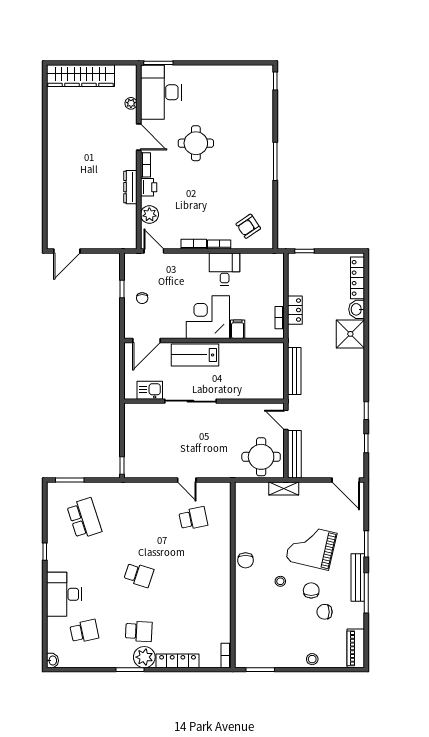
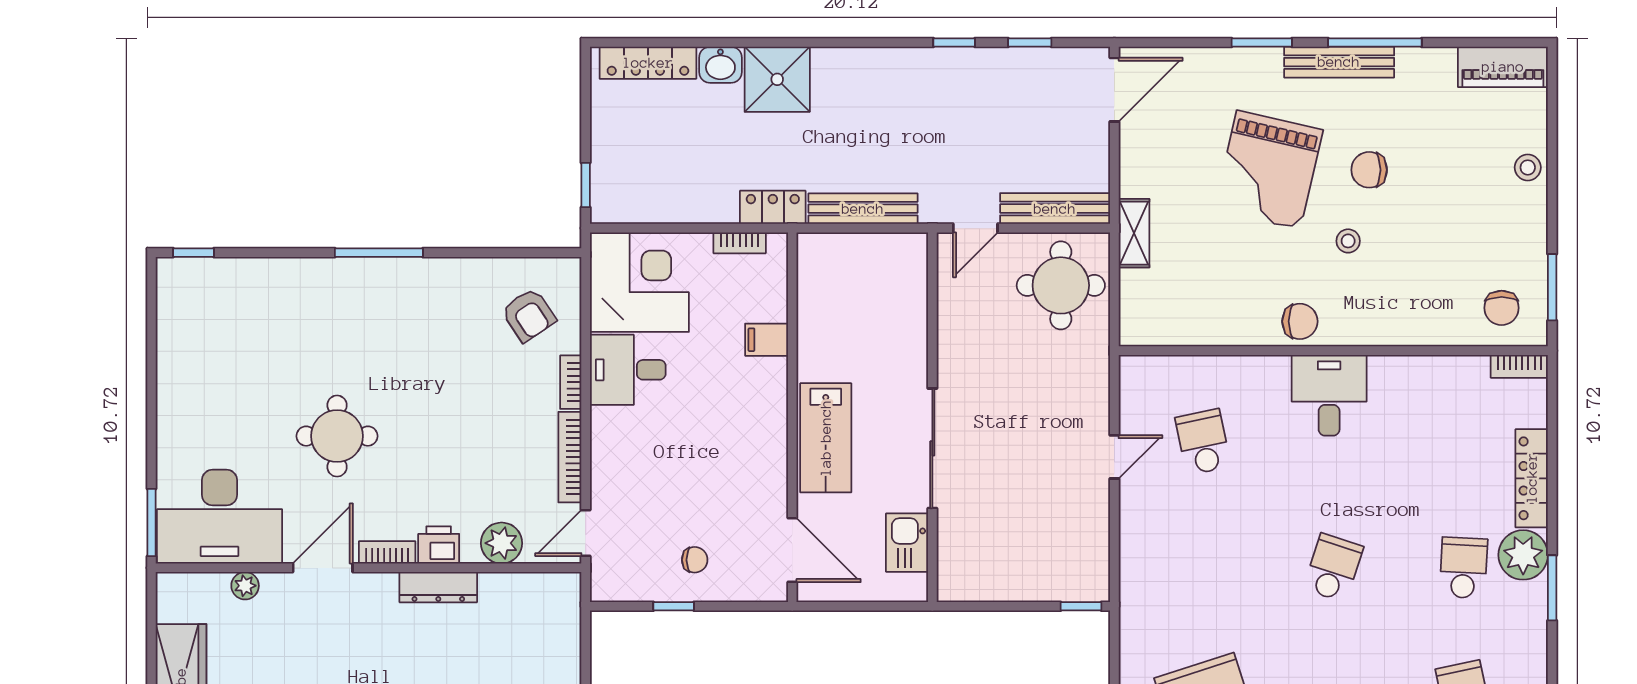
bookcase: (194, 244) -> (570, 457), width x1.56
locker: (295, 310) -> (773, 207), moved
corner desk: (208, 317) -> (639, 282), moved, turned 180
desk: (214, 573) -> (1329, 395), added
chair: (325, 612) -> (1502, 308), moved

